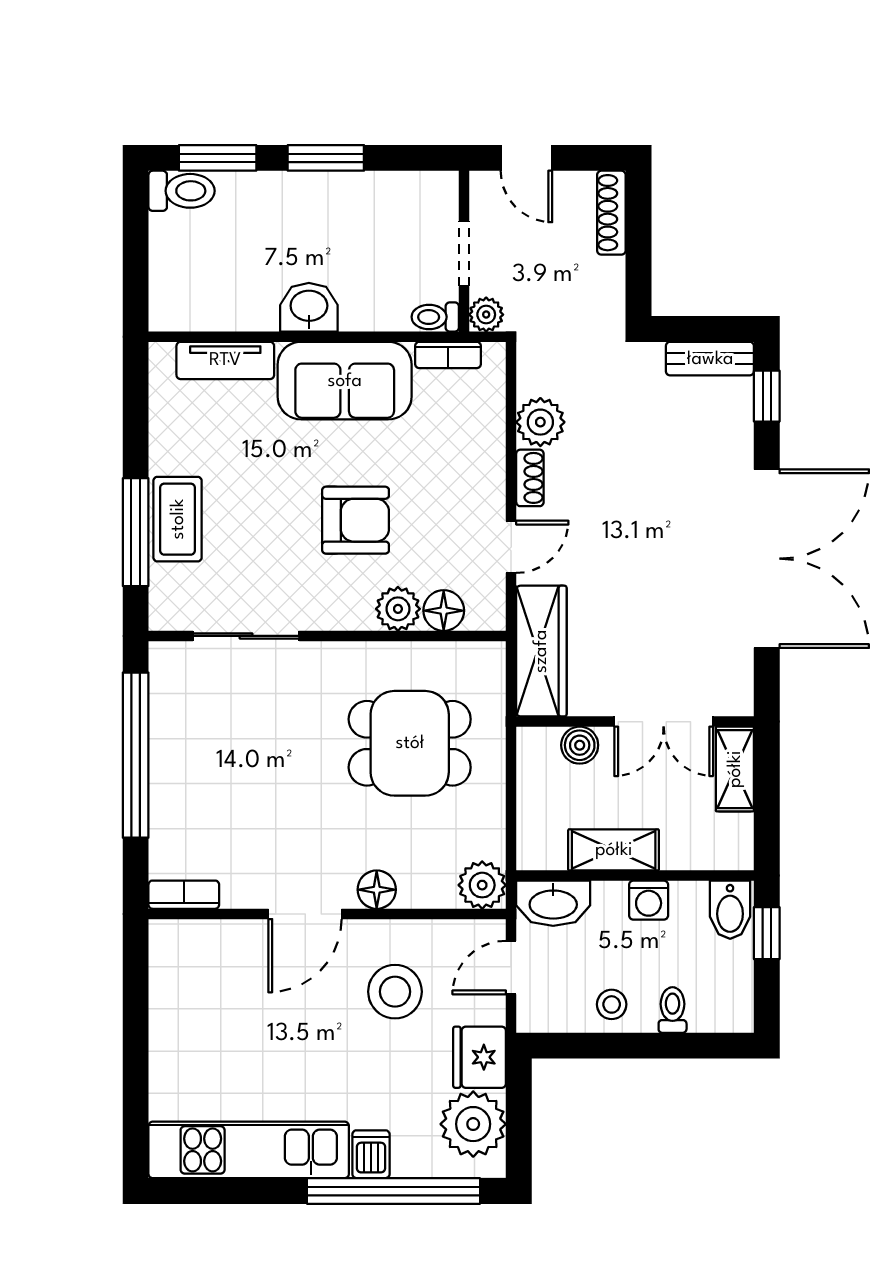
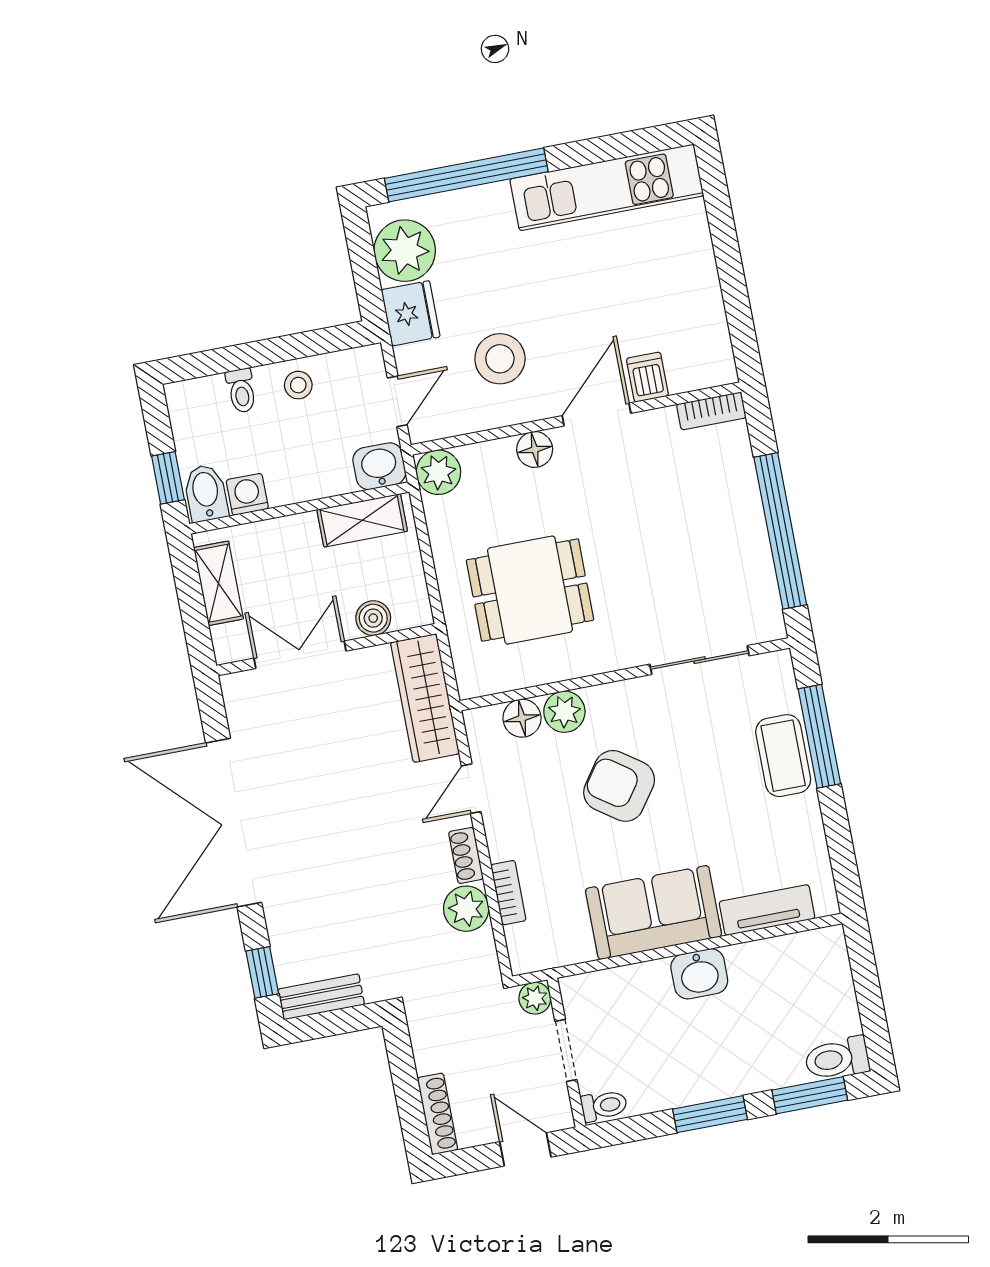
toilet: (435, 317) -> (604, 1106), moved
bookcase: (448, 355) -> (508, 893), moved, turned 90
armchair: (356, 520) -> (619, 786), turned 35
shelving: (735, 769) -> (218, 583), moved
shelving: (614, 850) -> (362, 520), moved
washing machine: (649, 900) -> (247, 494), moved
washbasin: (553, 903) -> (379, 466), width x0.72
dishwasher: (371, 1154) -> (647, 377), moved, turned 180

